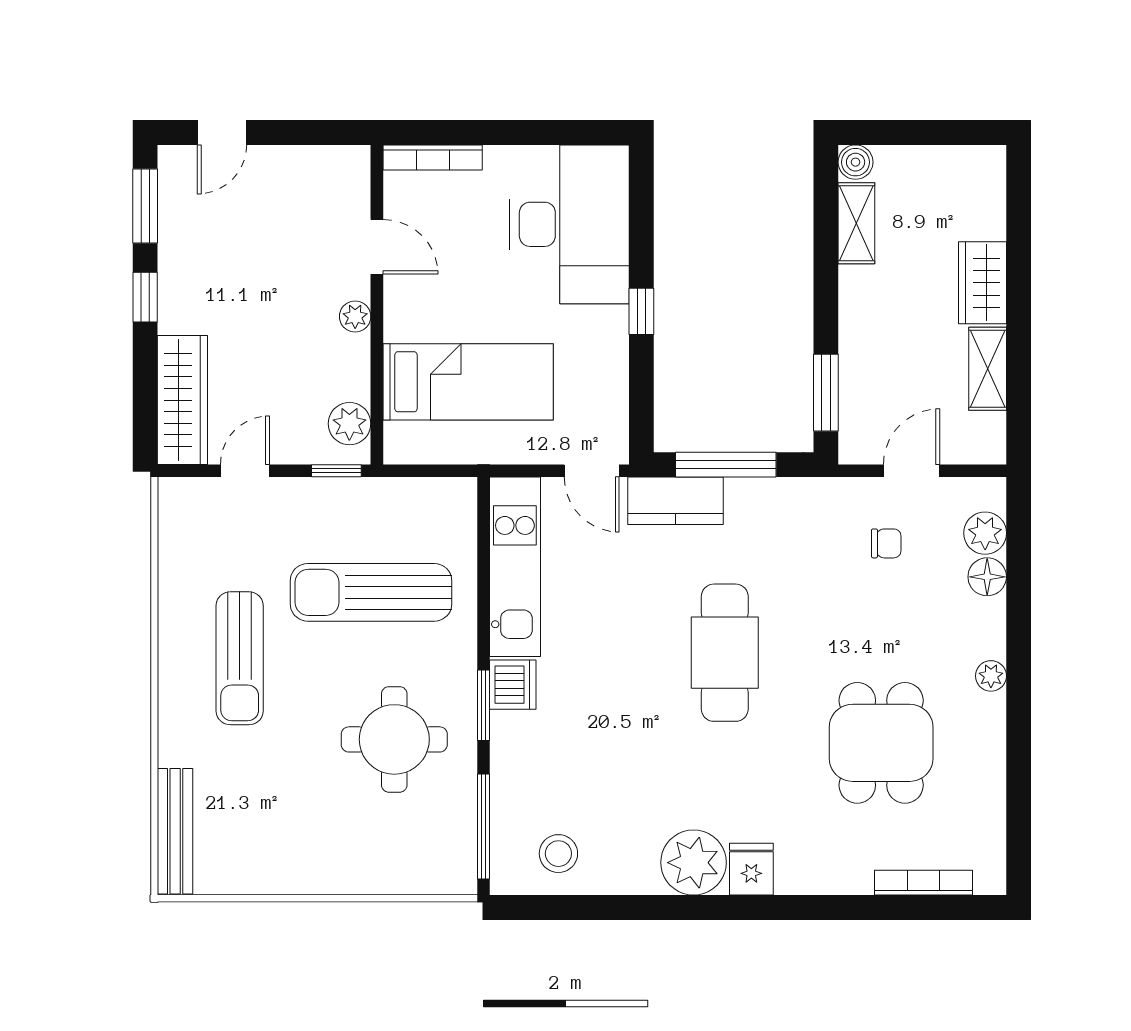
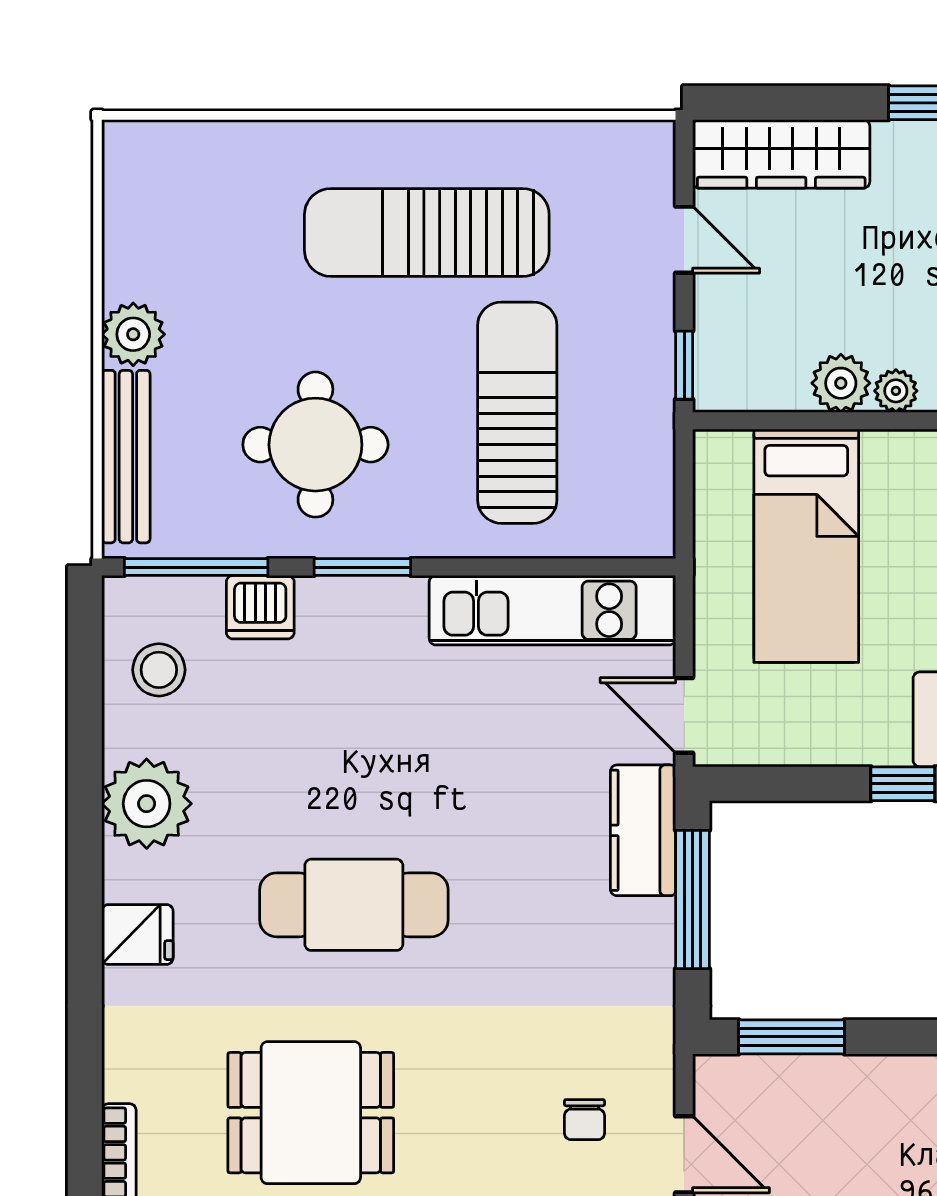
plant: (349, 424) -> (841, 383), moved
door: (592, 471) -> (684, 715), hinge flipped
cafe table: (725, 653) -> (354, 905), moved
sun lounger: (240, 658) -> (427, 232), width x1.36, depth x1.34
dishwasher: (513, 685) -> (260, 607), moved
bench: (175, 831) -> (126, 457), moved, turned 90
plant: (694, 863) -> (147, 804), moved
plant: (314, 872) -> (133, 334), added

